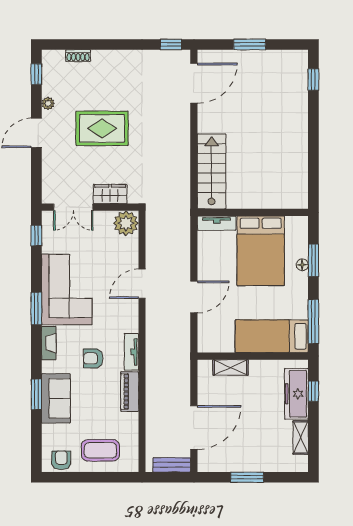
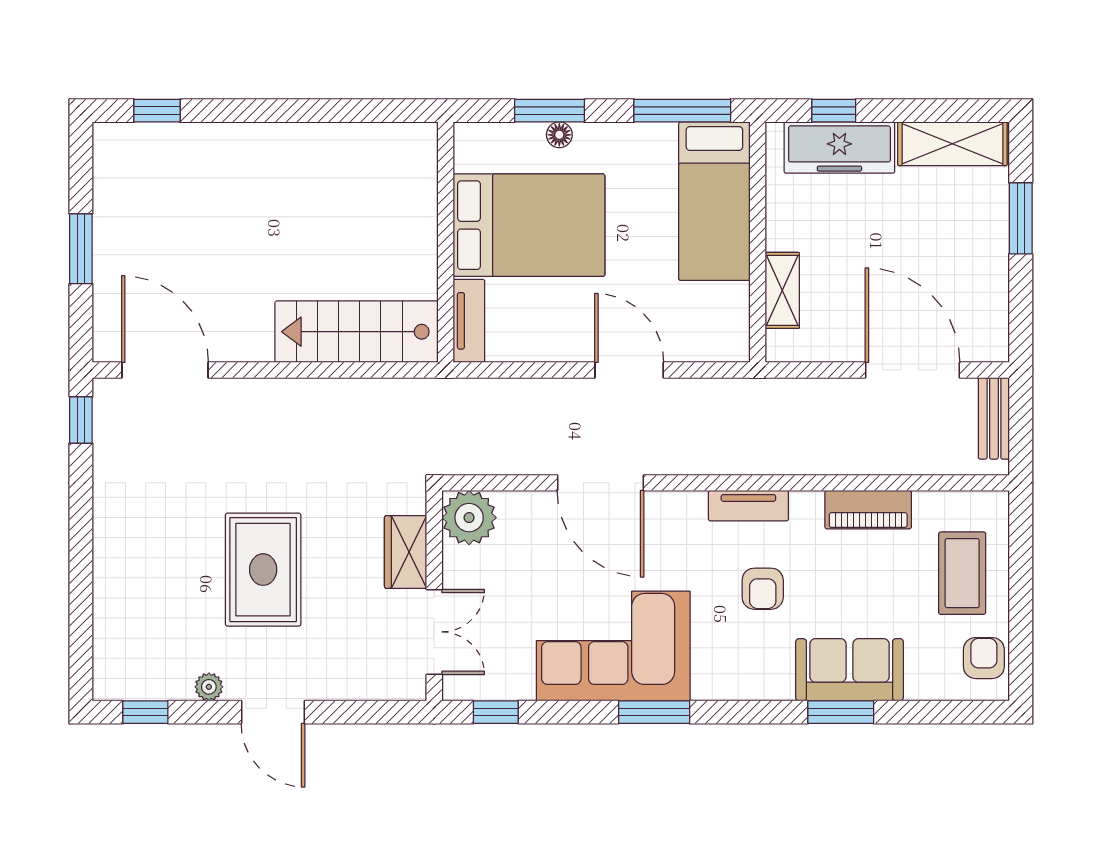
shoe rack: (78, 56) -> (105, 622), removed
door: (142, 284) -> (600, 483), width x1.36
fireplace: (49, 343) -> (729, 685), removed
piano: (130, 392) -> (868, 510), moved
shelving: (301, 437) -> (952, 144), width x1.50, depth x1.33
armchair: (61, 460) -> (984, 658), turned 90
window: (247, 477) -> (1021, 218), moved

